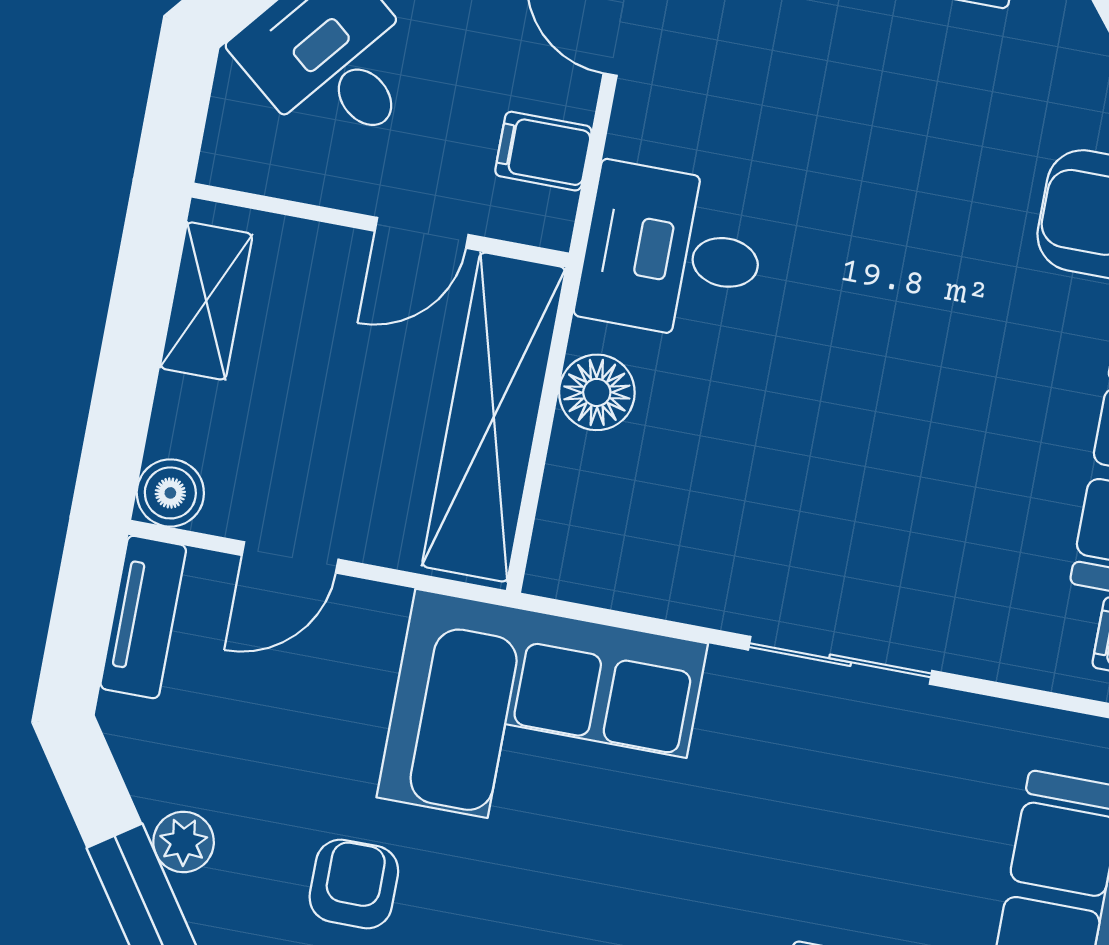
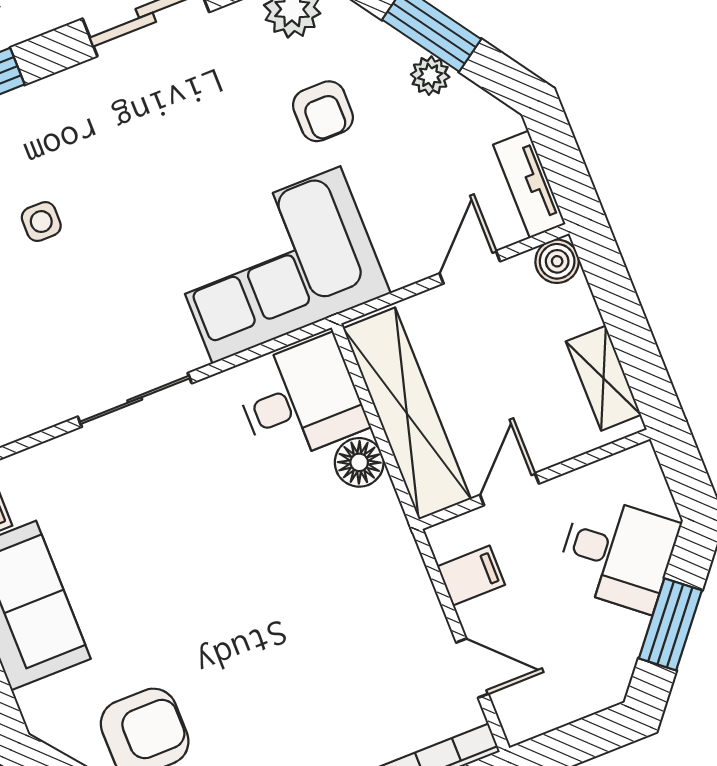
desk: (672, 253) -> (301, 400), moved

